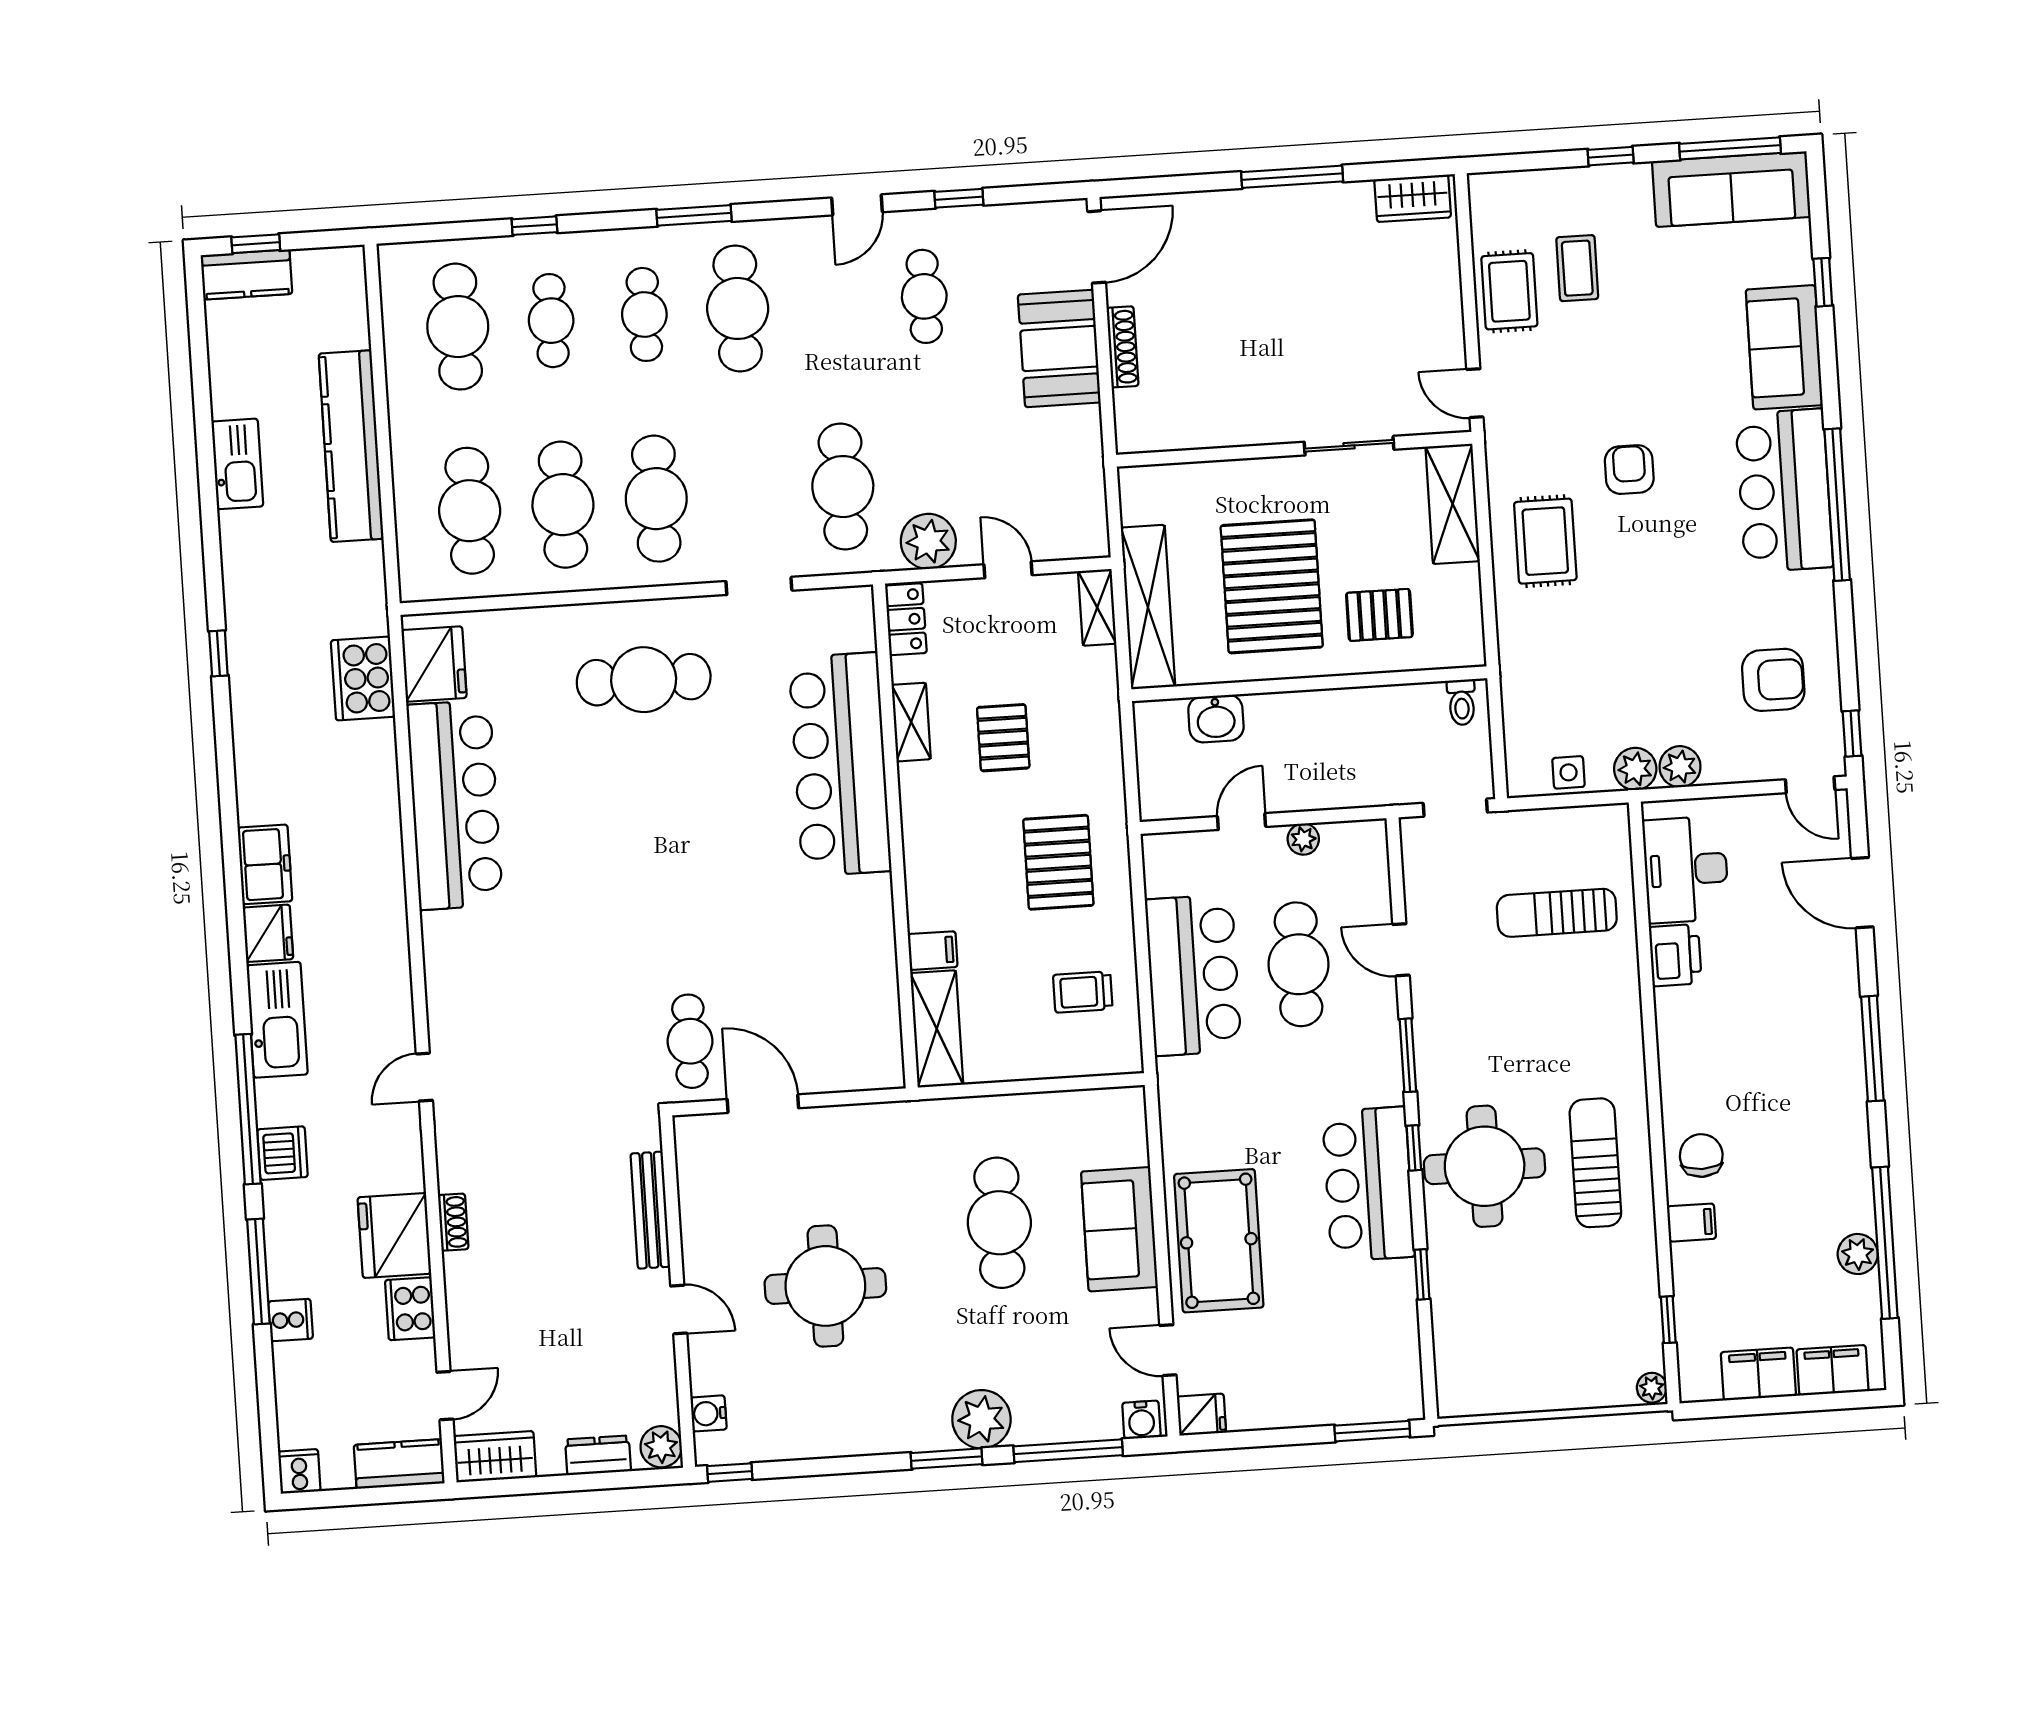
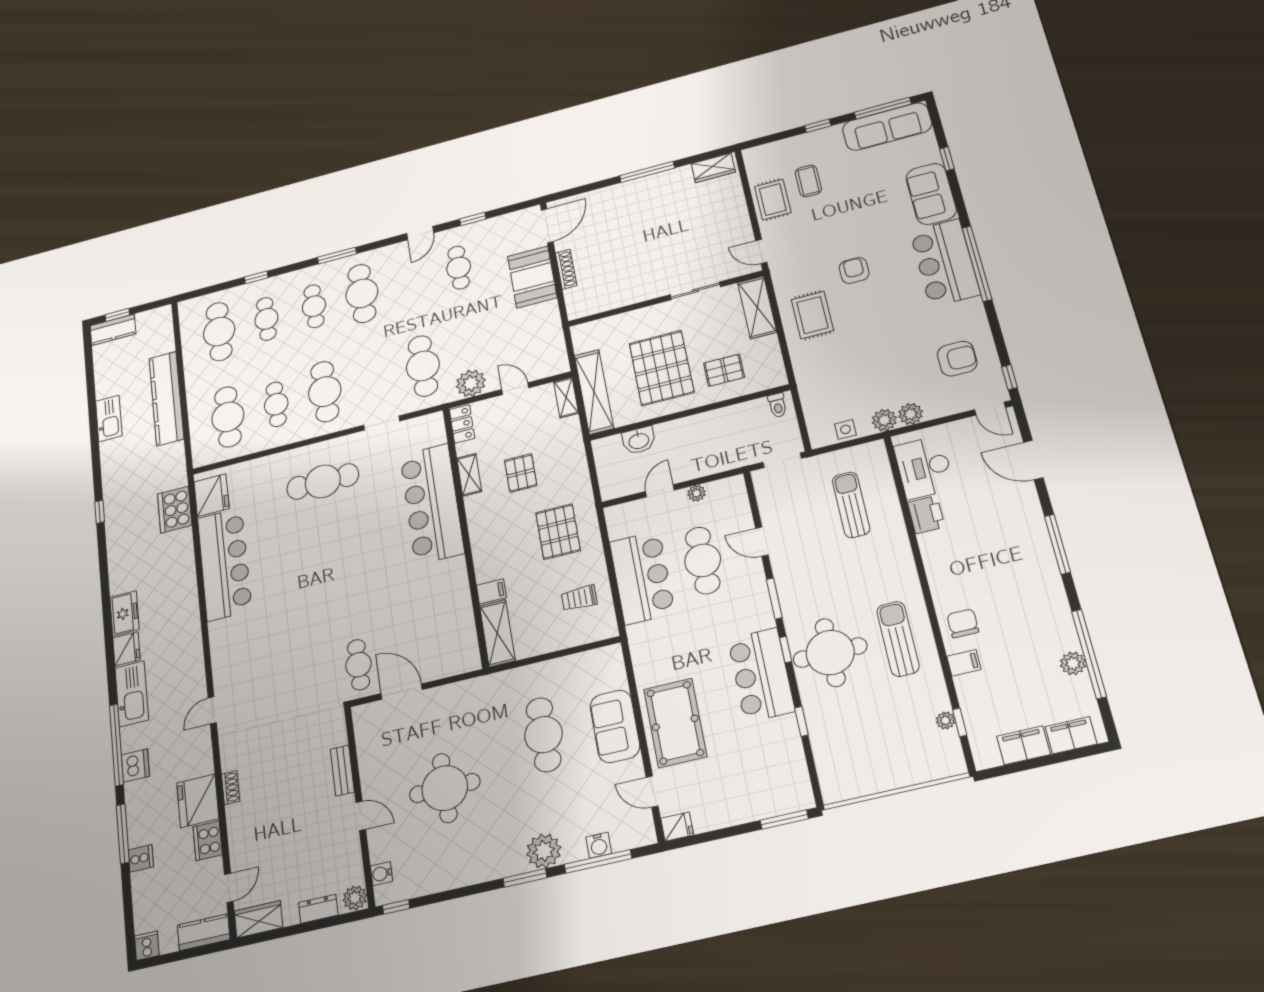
cafe table: (563, 505) -> (276, 404), width x0.73, depth x0.74
sun lounger: (1557, 913) -> (851, 505), turned 90
bench: (650, 1210) -> (342, 770), width x0.73
plant: (1652, 1388) -> (946, 720), moved
water cooler: (1141, 1420) -> (599, 845), moved

